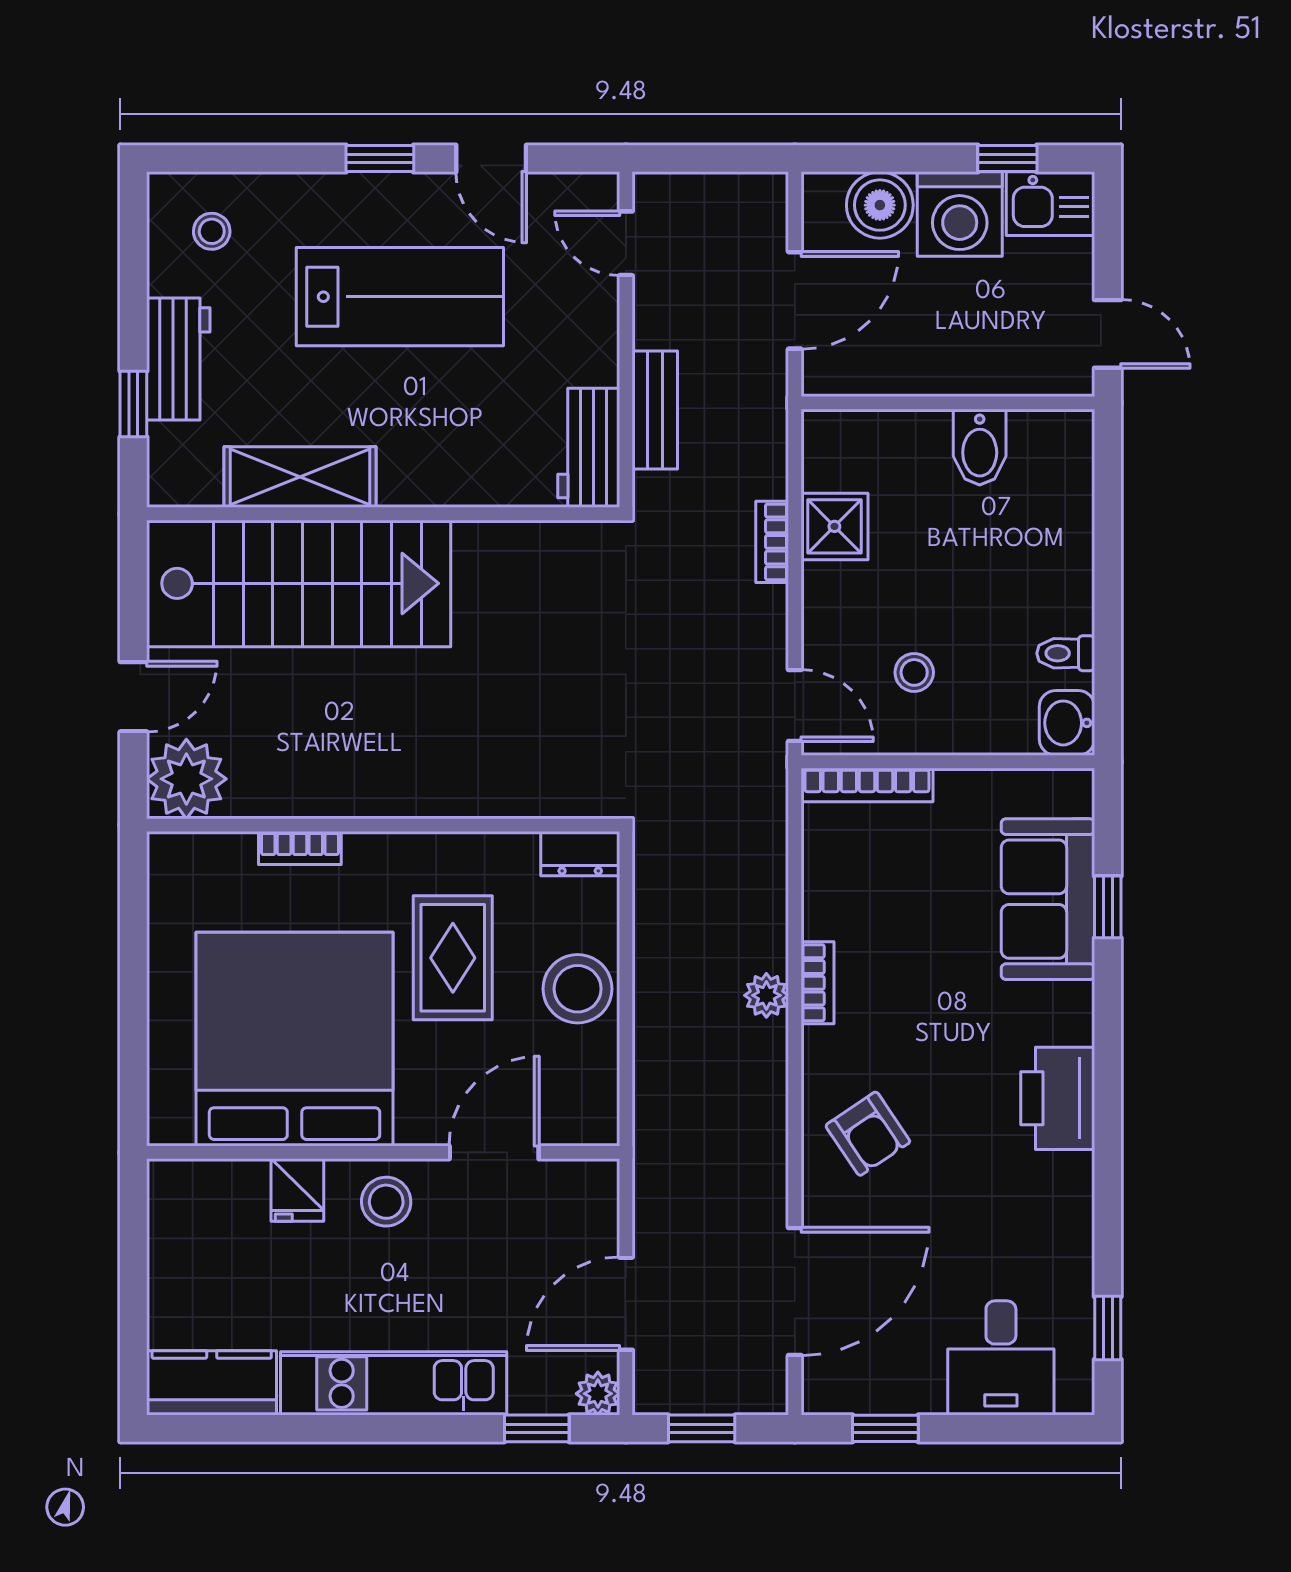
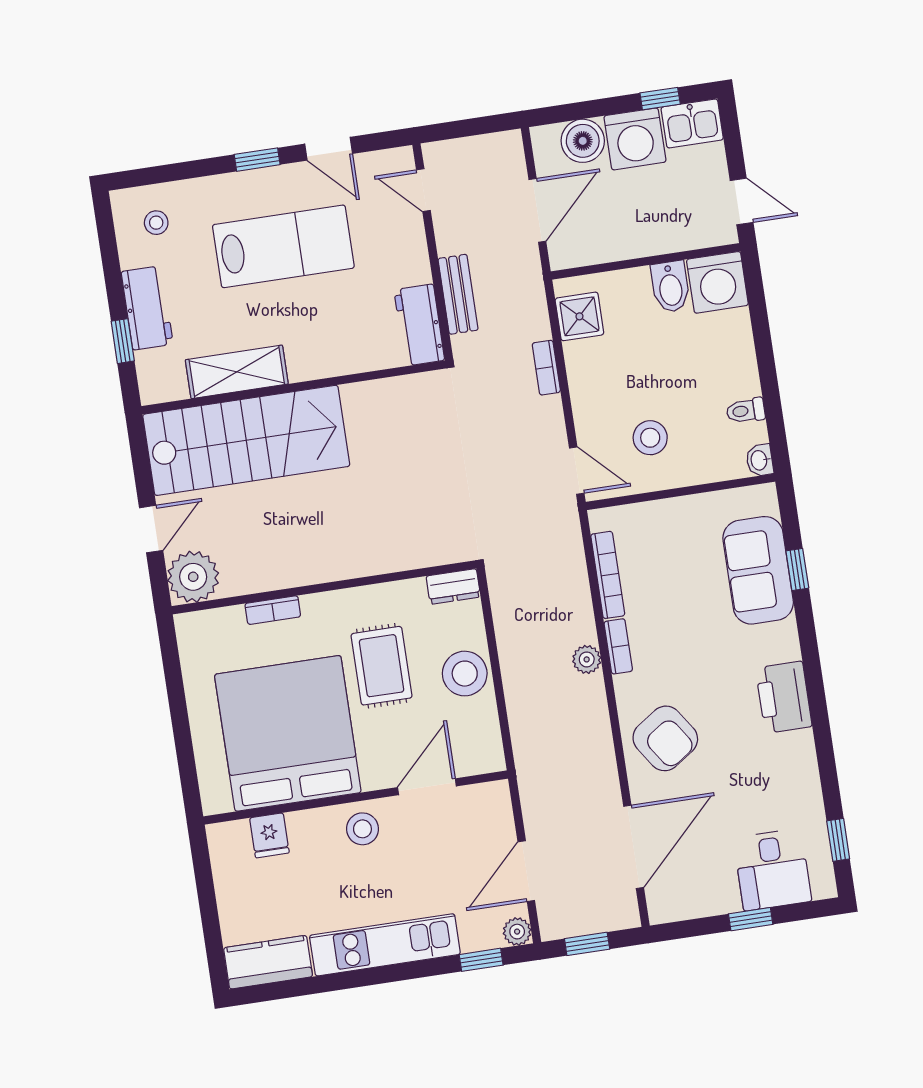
washing machine: (1052, 451) -> (717, 282), added
shower: (834, 526) -> (579, 316), moved
stool: (914, 672) -> (650, 438), width x1.37, depth x1.37
washbasin: (1067, 723) -> (760, 460), width x0.72, depth x0.69
bookcase: (867, 785) -> (608, 575), moved, turned -90
armchair: (868, 1134) -> (665, 738), width x1.38, depth x1.38
fridge: (297, 1190) -> (269, 835), moved
window: (885, 1428) -> (751, 919), moved

